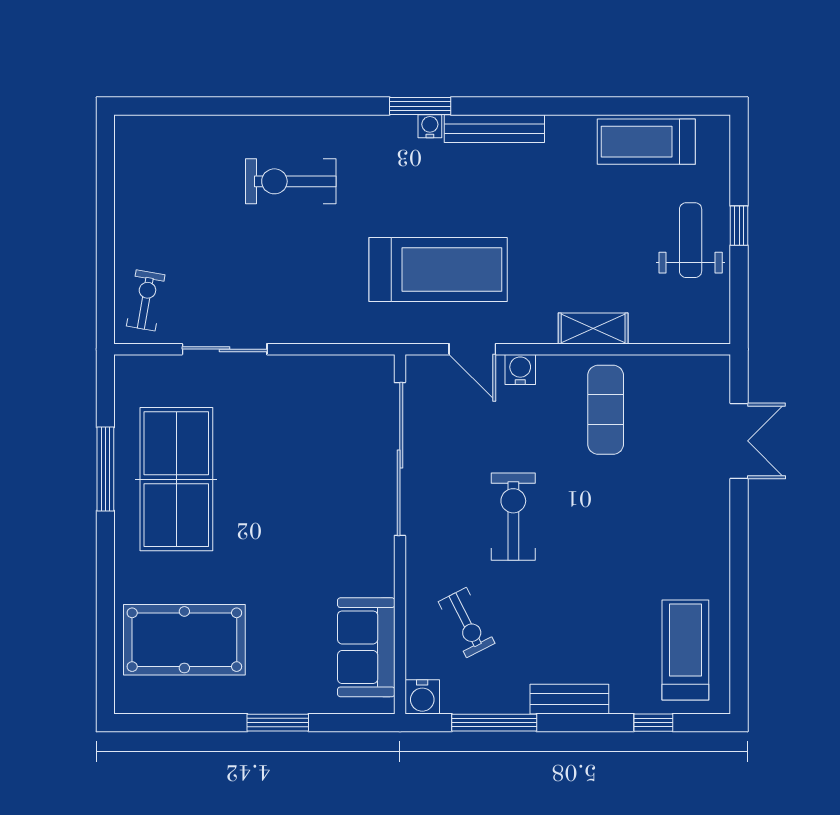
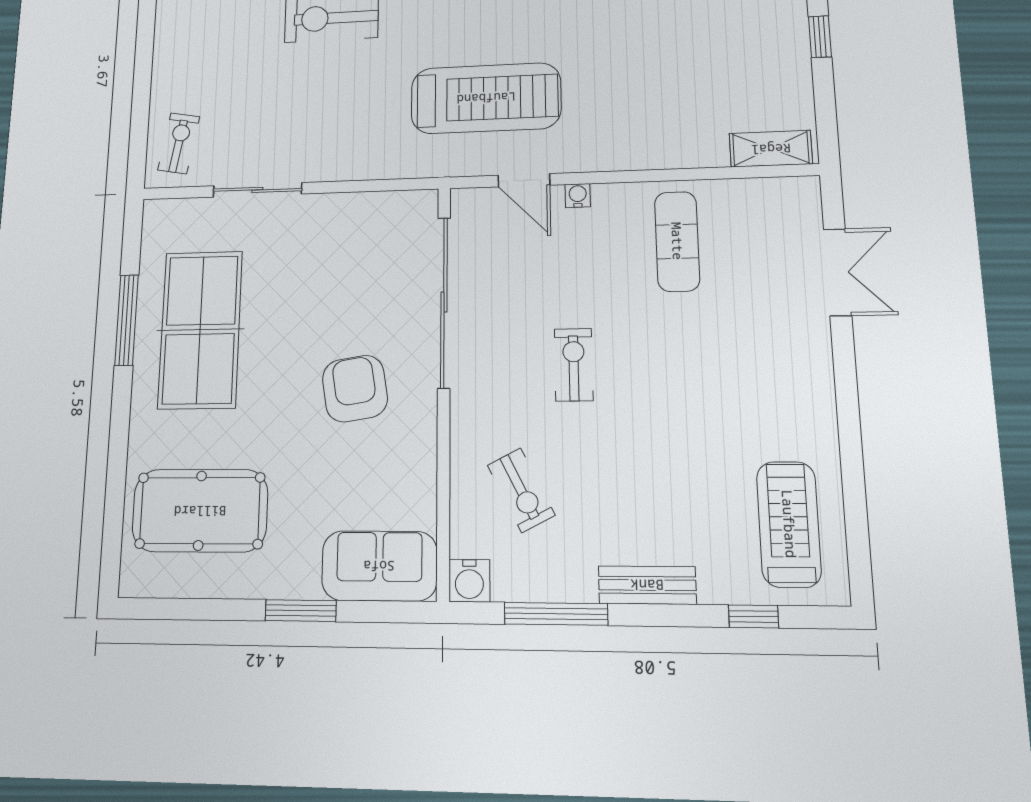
weight bench: (691, 240) -> (765, 55), removed
shelving: (593, 328) -> (771, 149), moved
water cooler: (520, 369) -> (578, 196), width x0.72, depth x0.72
exercise bike: (513, 517) -> (574, 365), width x0.73, depth x0.72
armchair: (321, 535) -> (355, 389), added
sofa: (366, 647) -> (379, 566), moved, turned 90

